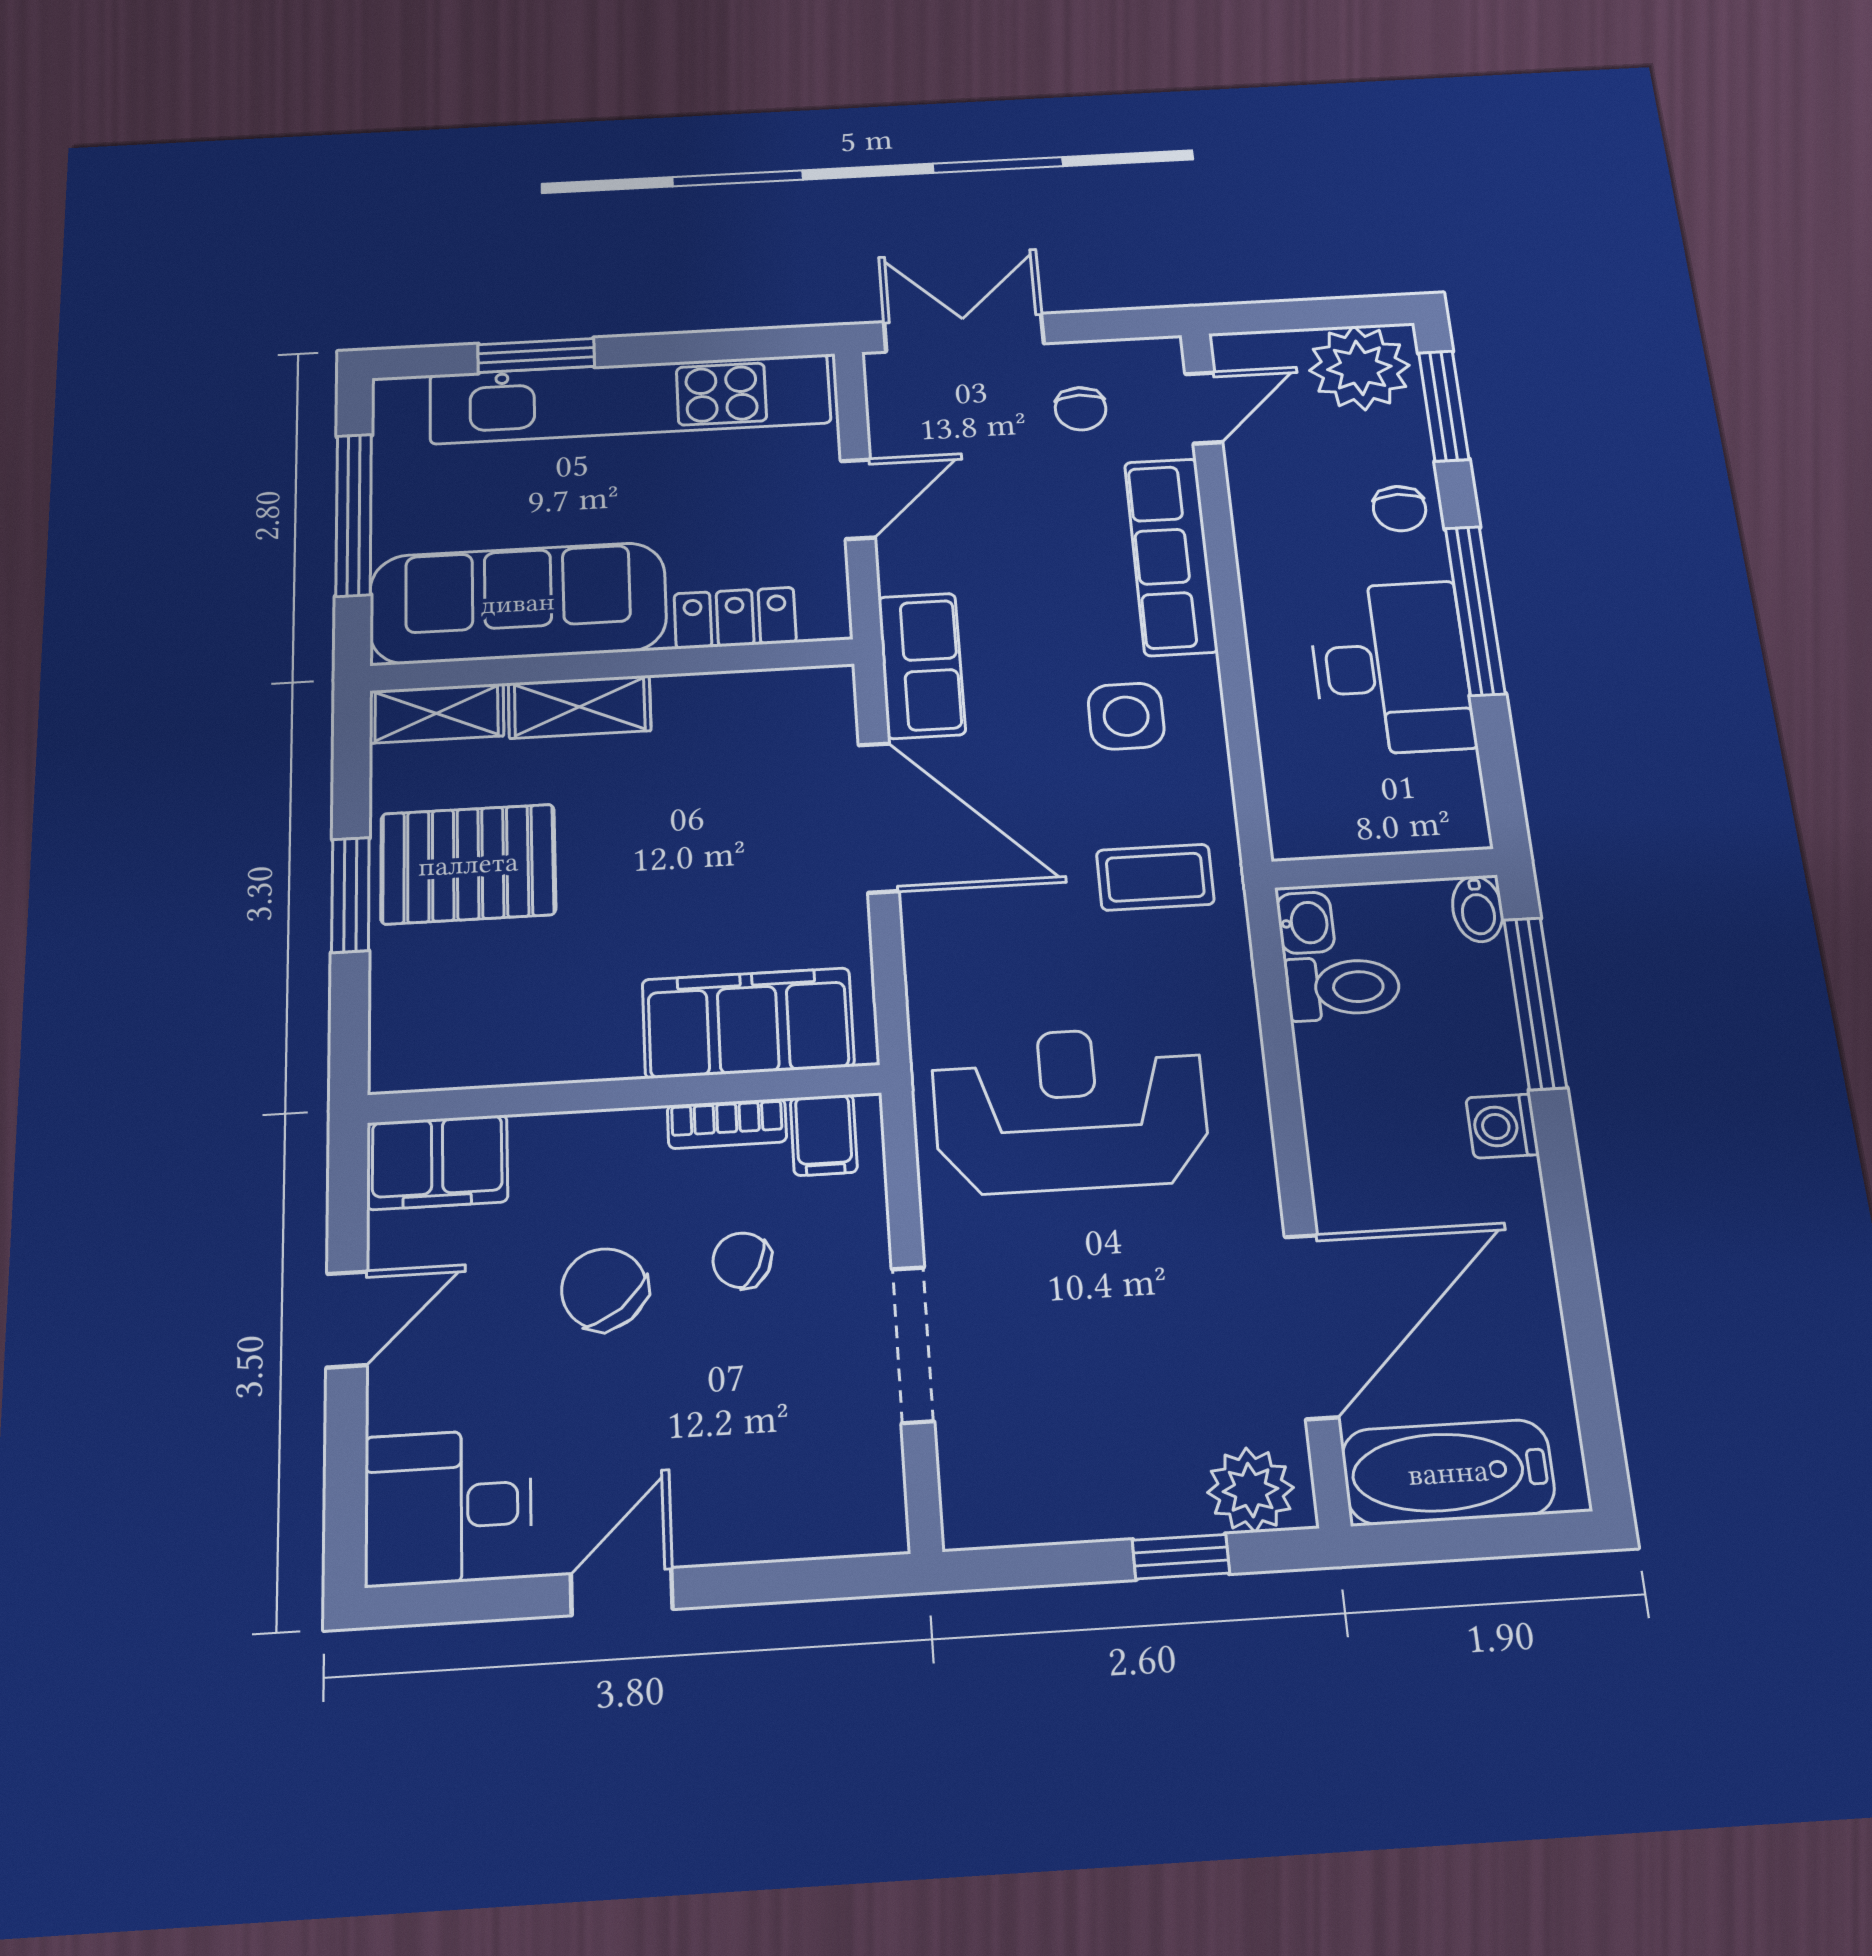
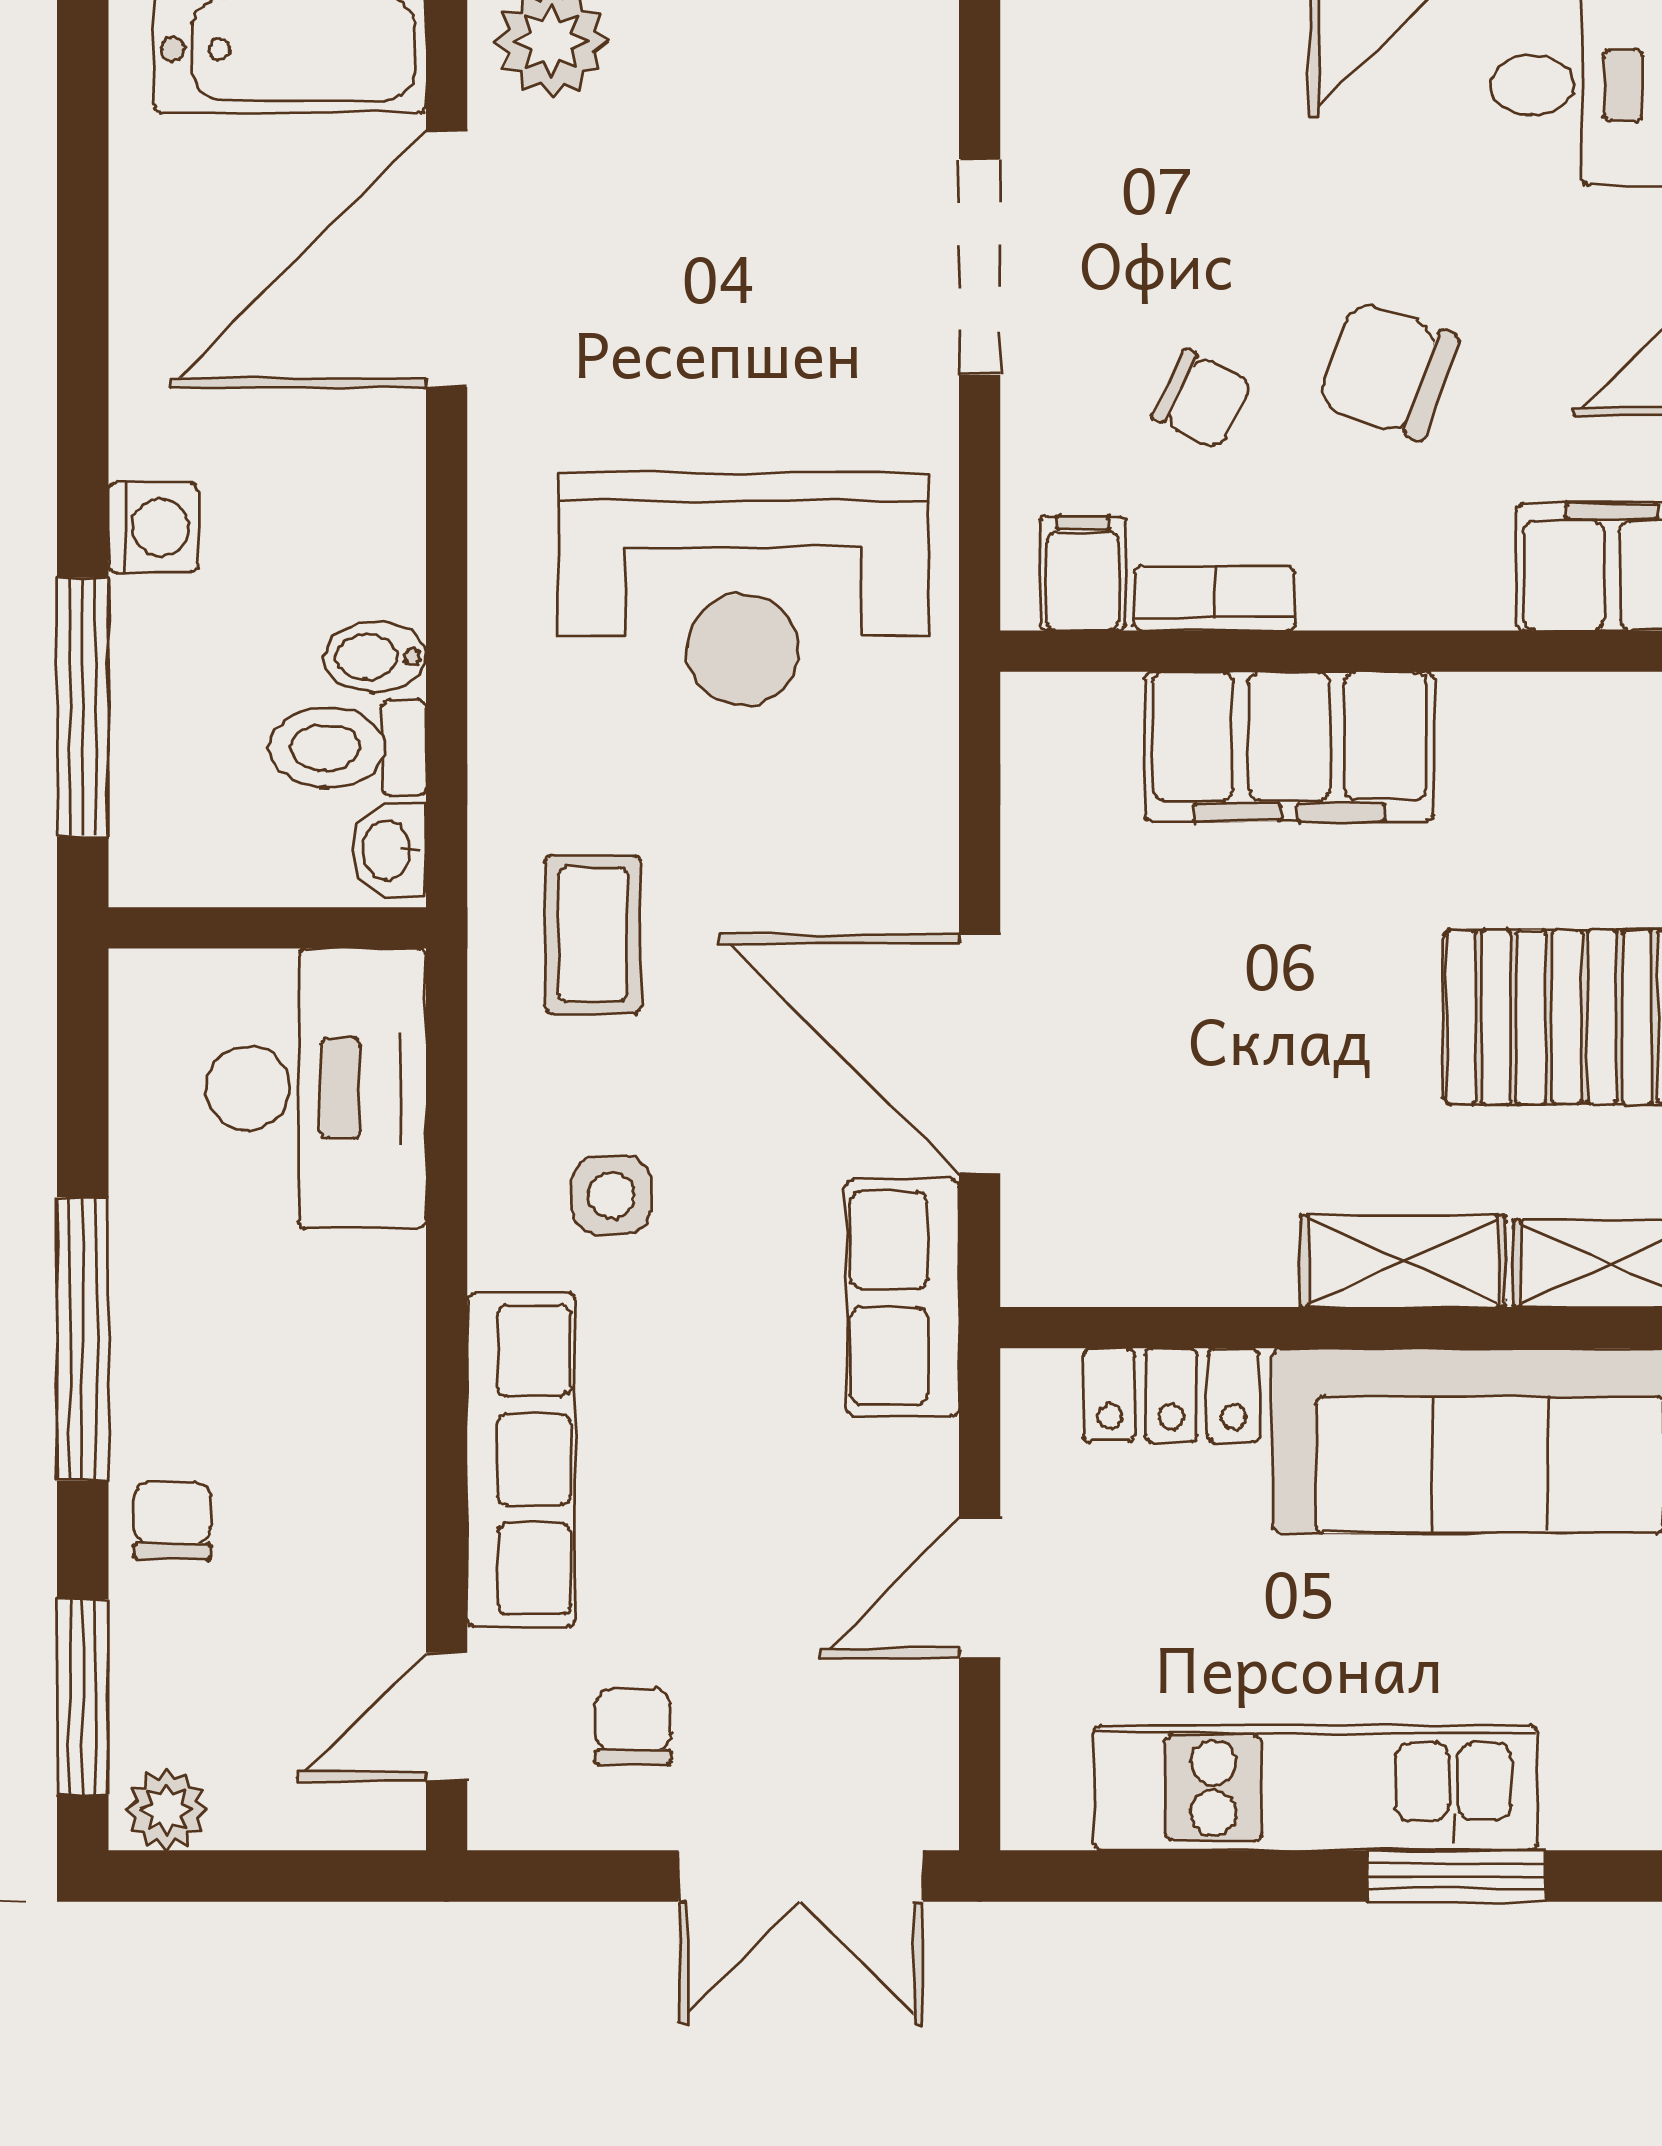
plant: (1359, 368) -> (166, 1809), width x0.53, depth x0.53
kitchen unit: (630, 399) -> (1316, 1788), width x0.73
desk: (1391, 668) -> (316, 1088), moved, turned 180
side table: (1126, 716) -> (611, 1195), width x0.73, depth x0.73
coffee table: (1155, 877) -> (593, 934), turned 90
bidet: (1478, 909) -> (375, 657), moved, turned -90
filing cabinet: (748, 1023) -> (1289, 747), moved
chair: (604, 1289) -> (1389, 371), turned 148

